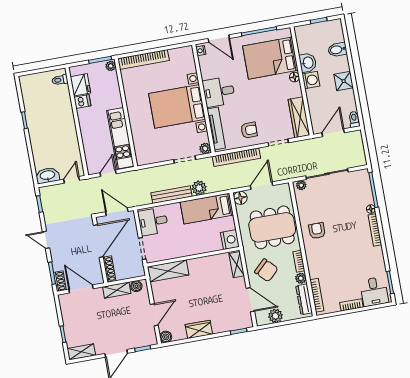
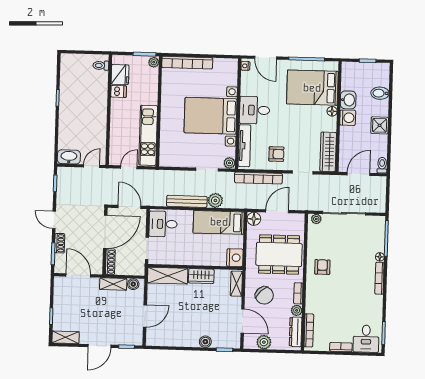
shoe rack: (60, 281) -> (60, 243), moved
wardrobe: (199, 329) -> (201, 276), moved, turned 180
boiler: (166, 337) -> (205, 342), moved

